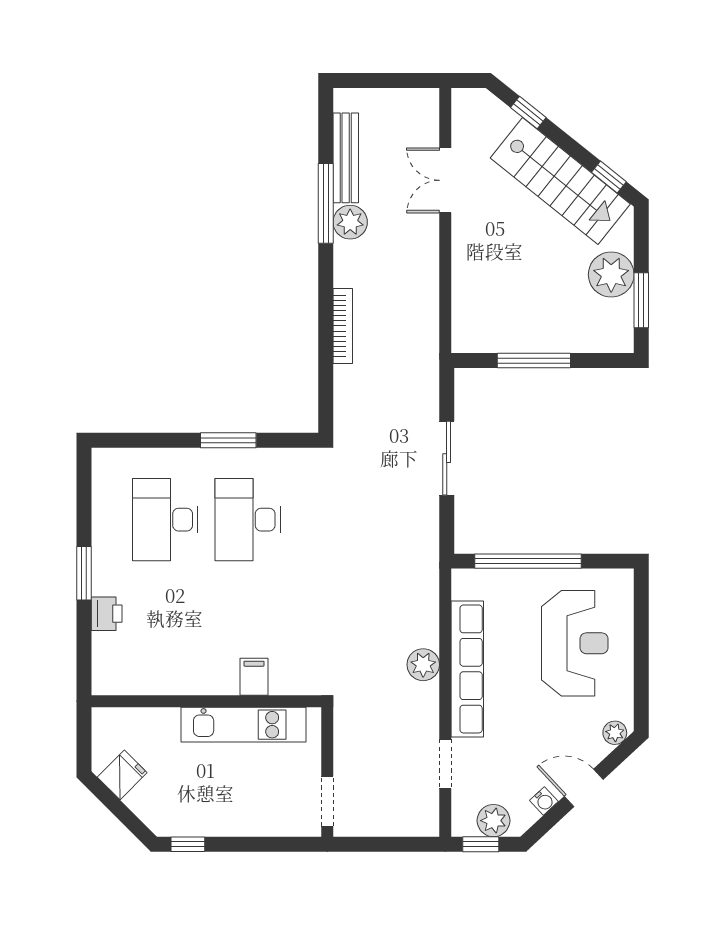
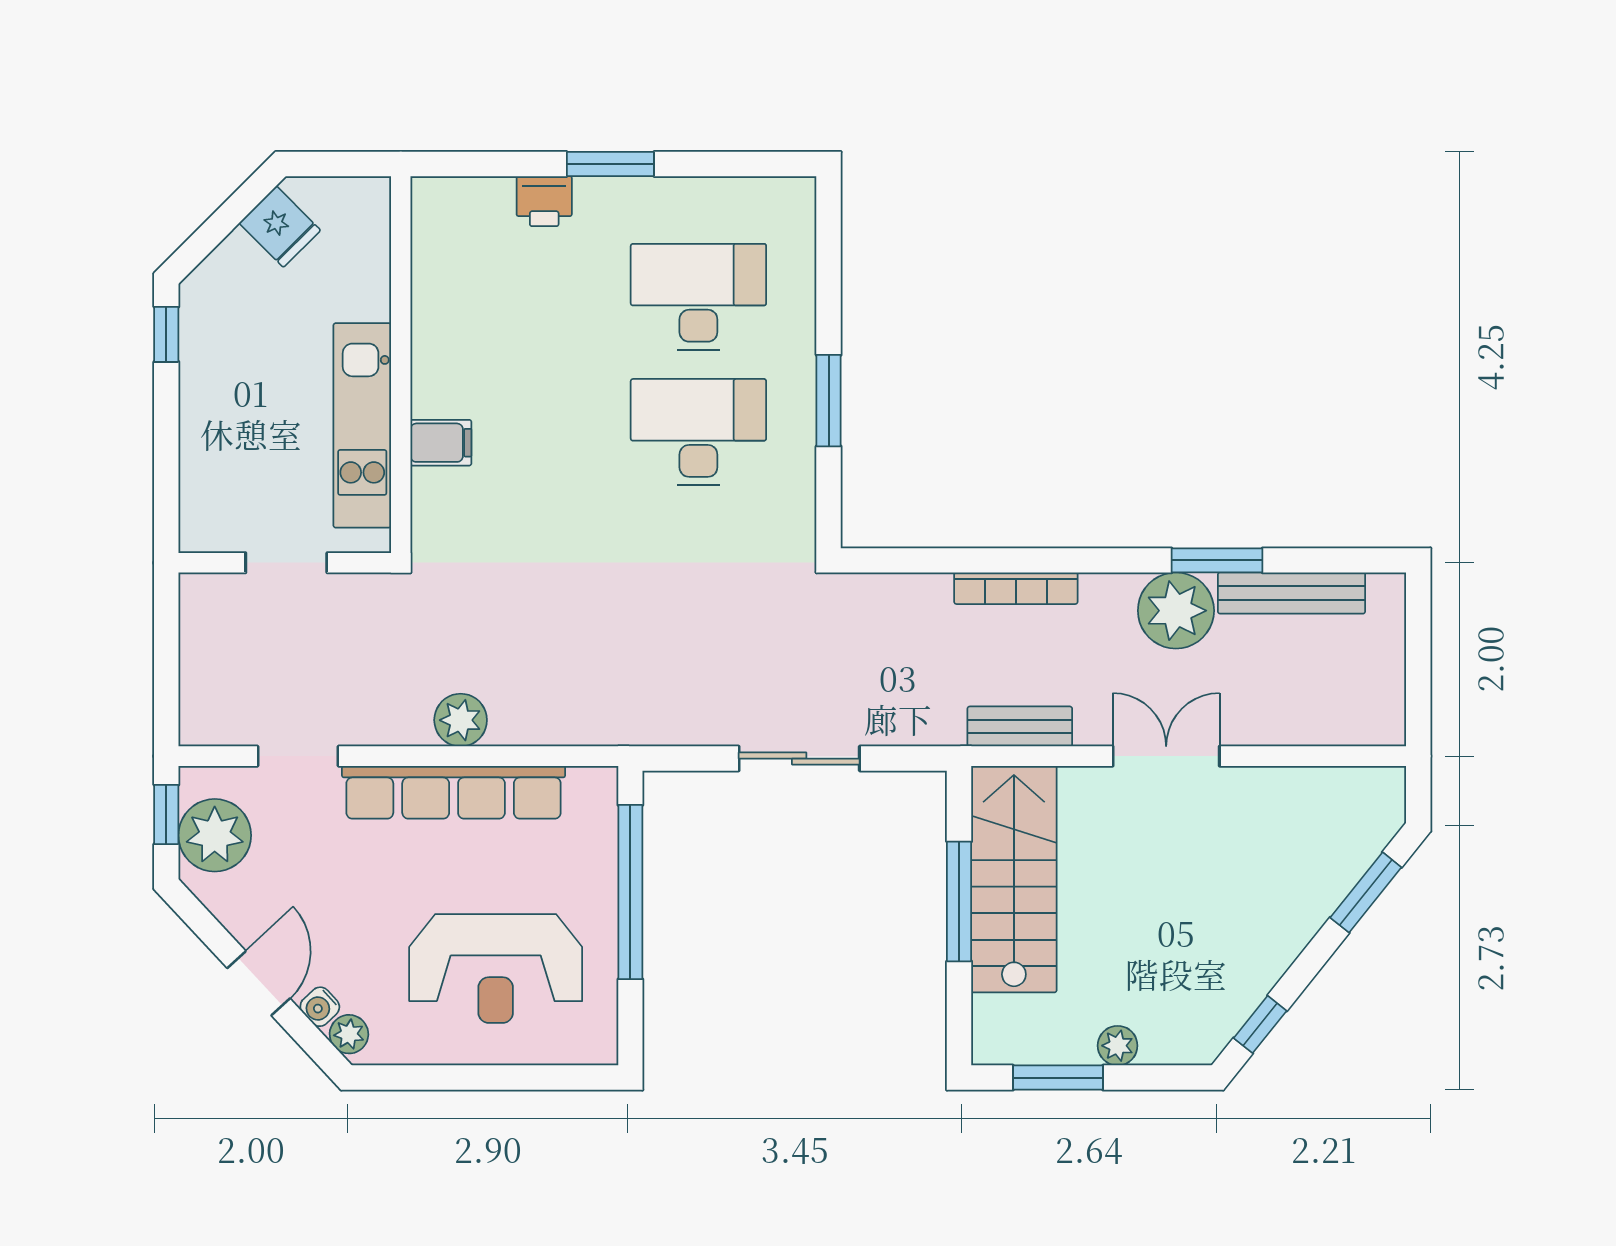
window: (528, 113) -> (1366, 892), width x1.50
double door: (445, 180) -> (1166, 756), moved
stairs: (560, 181) -> (1014, 879), moved, turned 141
window: (326, 203) -> (1217, 560), width x0.69
plant: (350, 222) -> (1176, 611), width x1.36, depth x1.36
plant: (611, 275) -> (1118, 1046), width x0.53, depth x0.53
bench: (427, 324) -> (1020, 726), added
doorway: (327, 801) -> (286, 563), moved
water cooler: (544, 801) -> (320, 1007), moved
plant: (493, 821) -> (215, 835), width x1.36, depth x1.36

